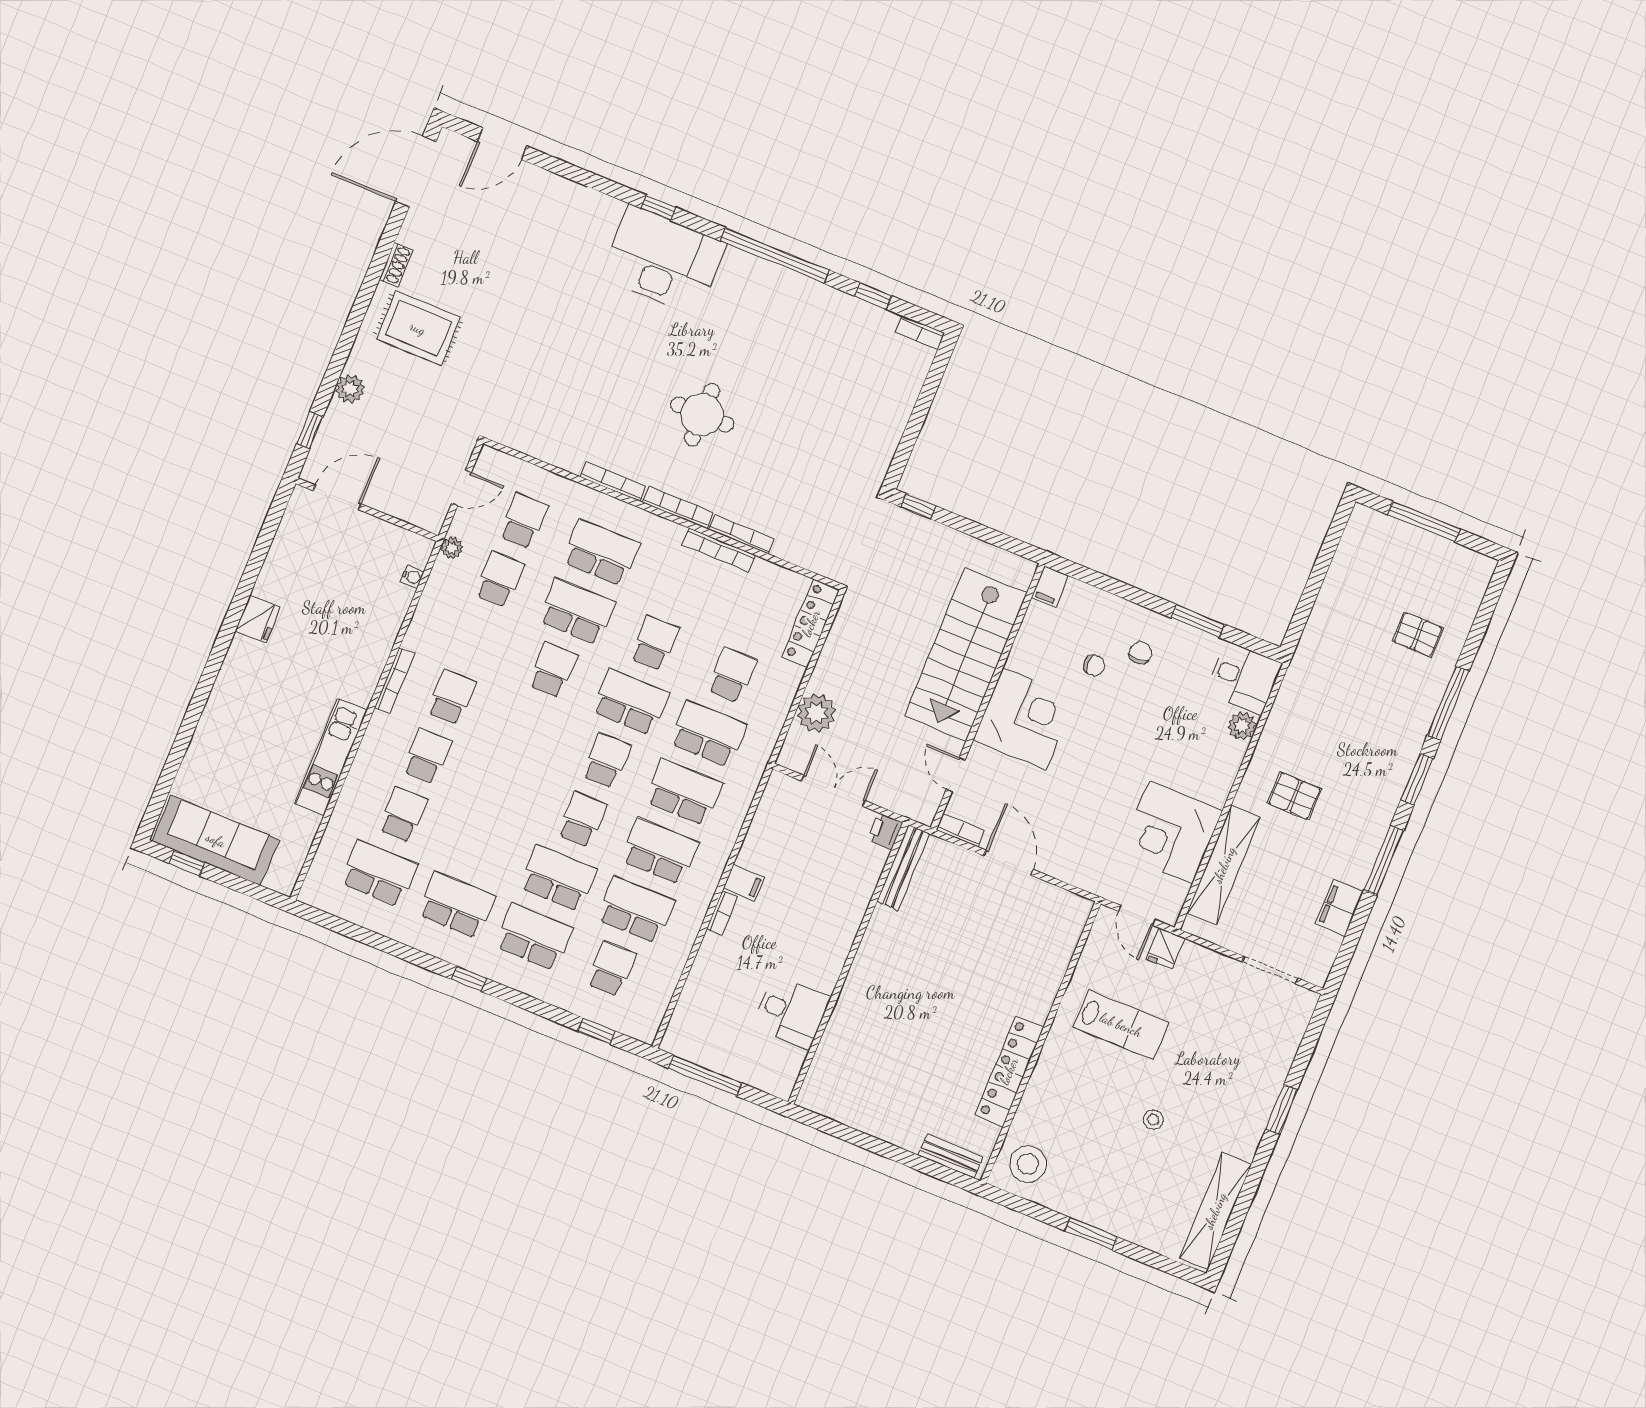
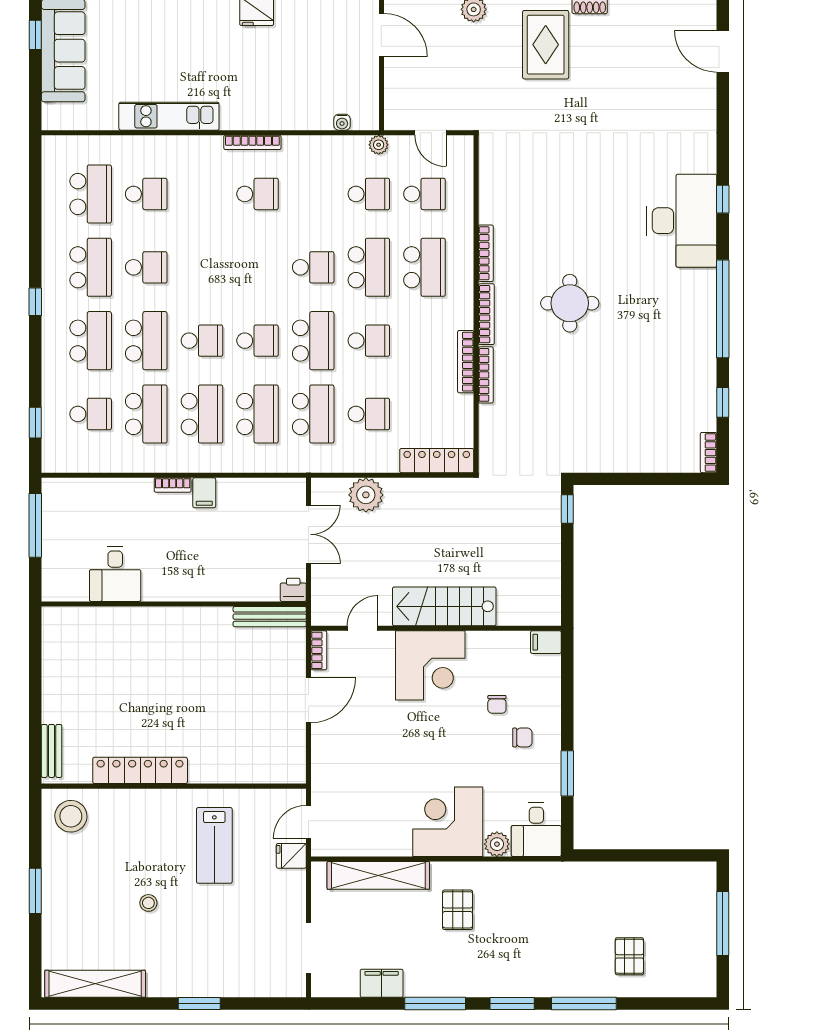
stairs: (966, 654) -> (444, 606), width x0.73, depth x0.66
school desk: (427, 756) -> (146, 267), moved
corner desk: (1171, 832) -> (448, 822), moved

